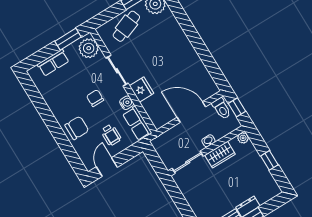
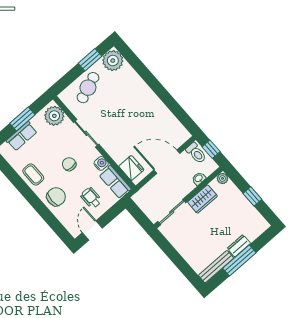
window: (68, 39) -> (22, 119), moved
fridge: (141, 89) -> (131, 168), moved
coffee table: (58, 102) -> (33, 175), added
wheelchair: (111, 135) -> (91, 198), turned 180
washbasin: (208, 141) -> (199, 178), moved

